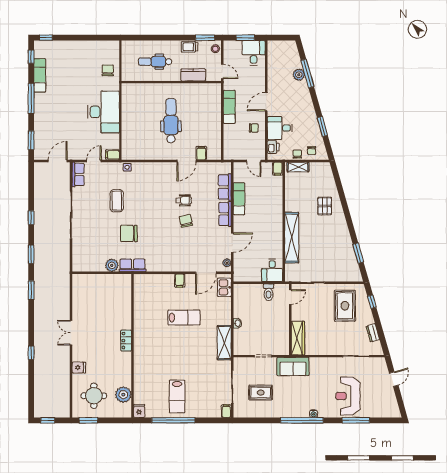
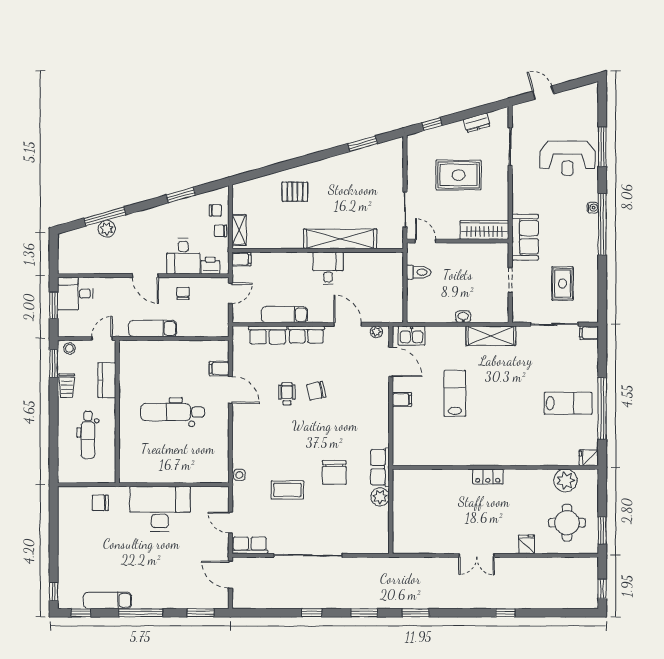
filing cabinet: (112, 155) -> (222, 496), removed
desk: (272, 270) -> (328, 268), moved, turned -90
rug: (345, 306) -> (459, 175), moved

